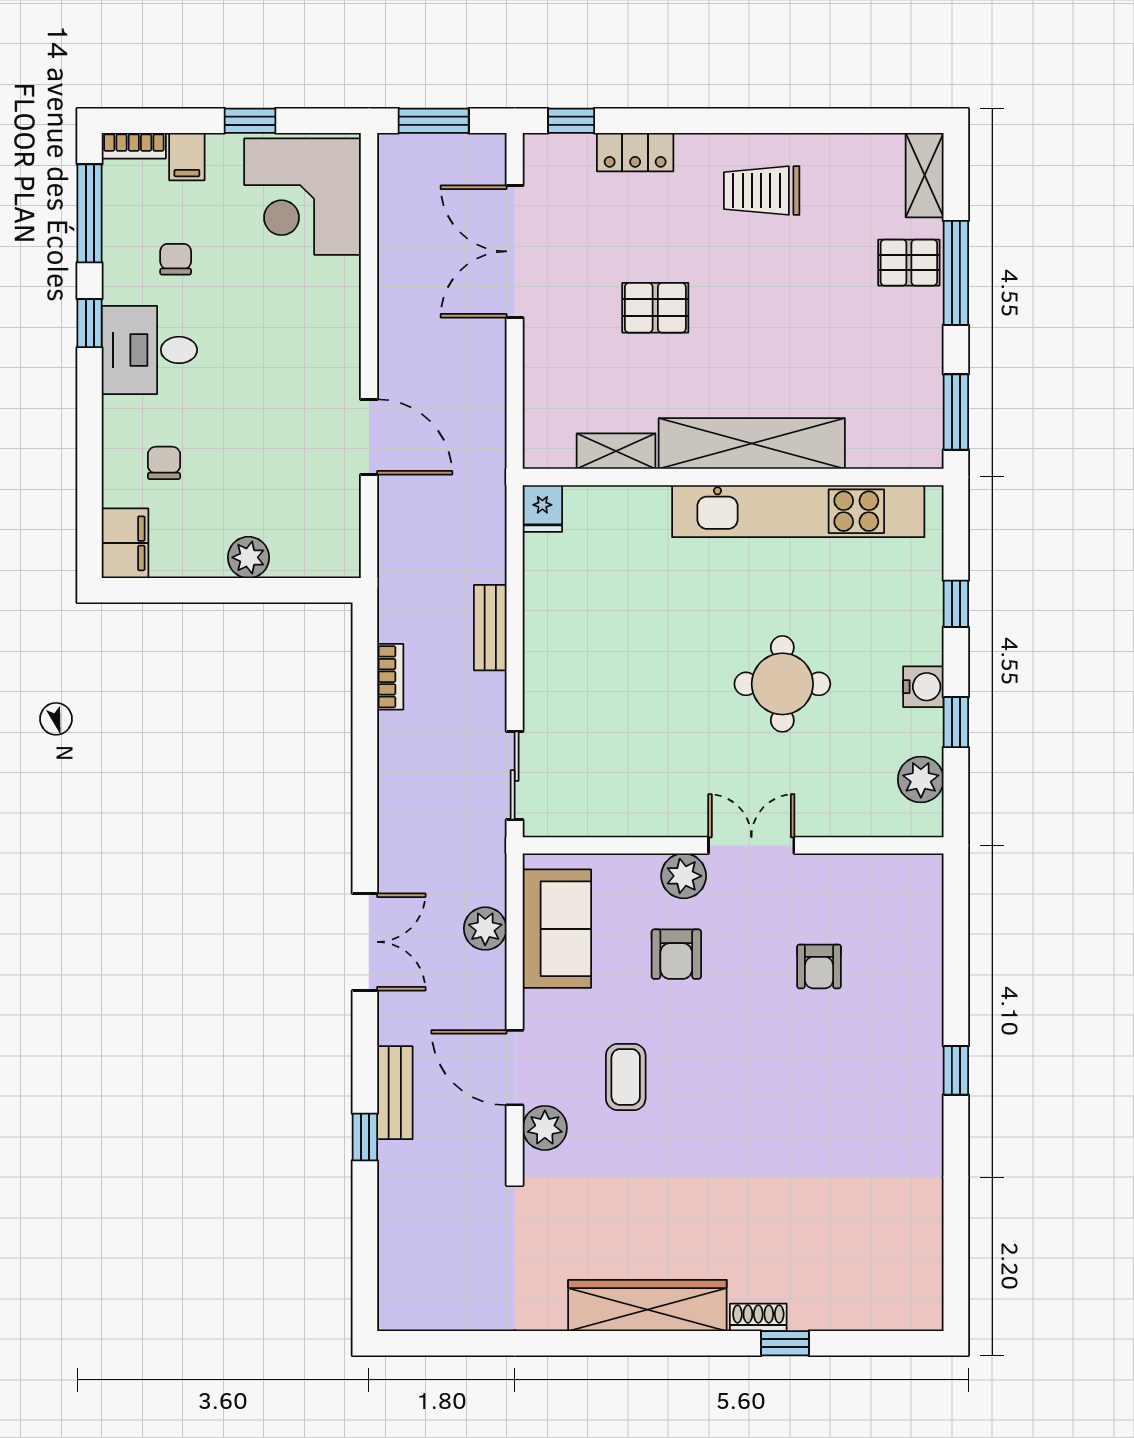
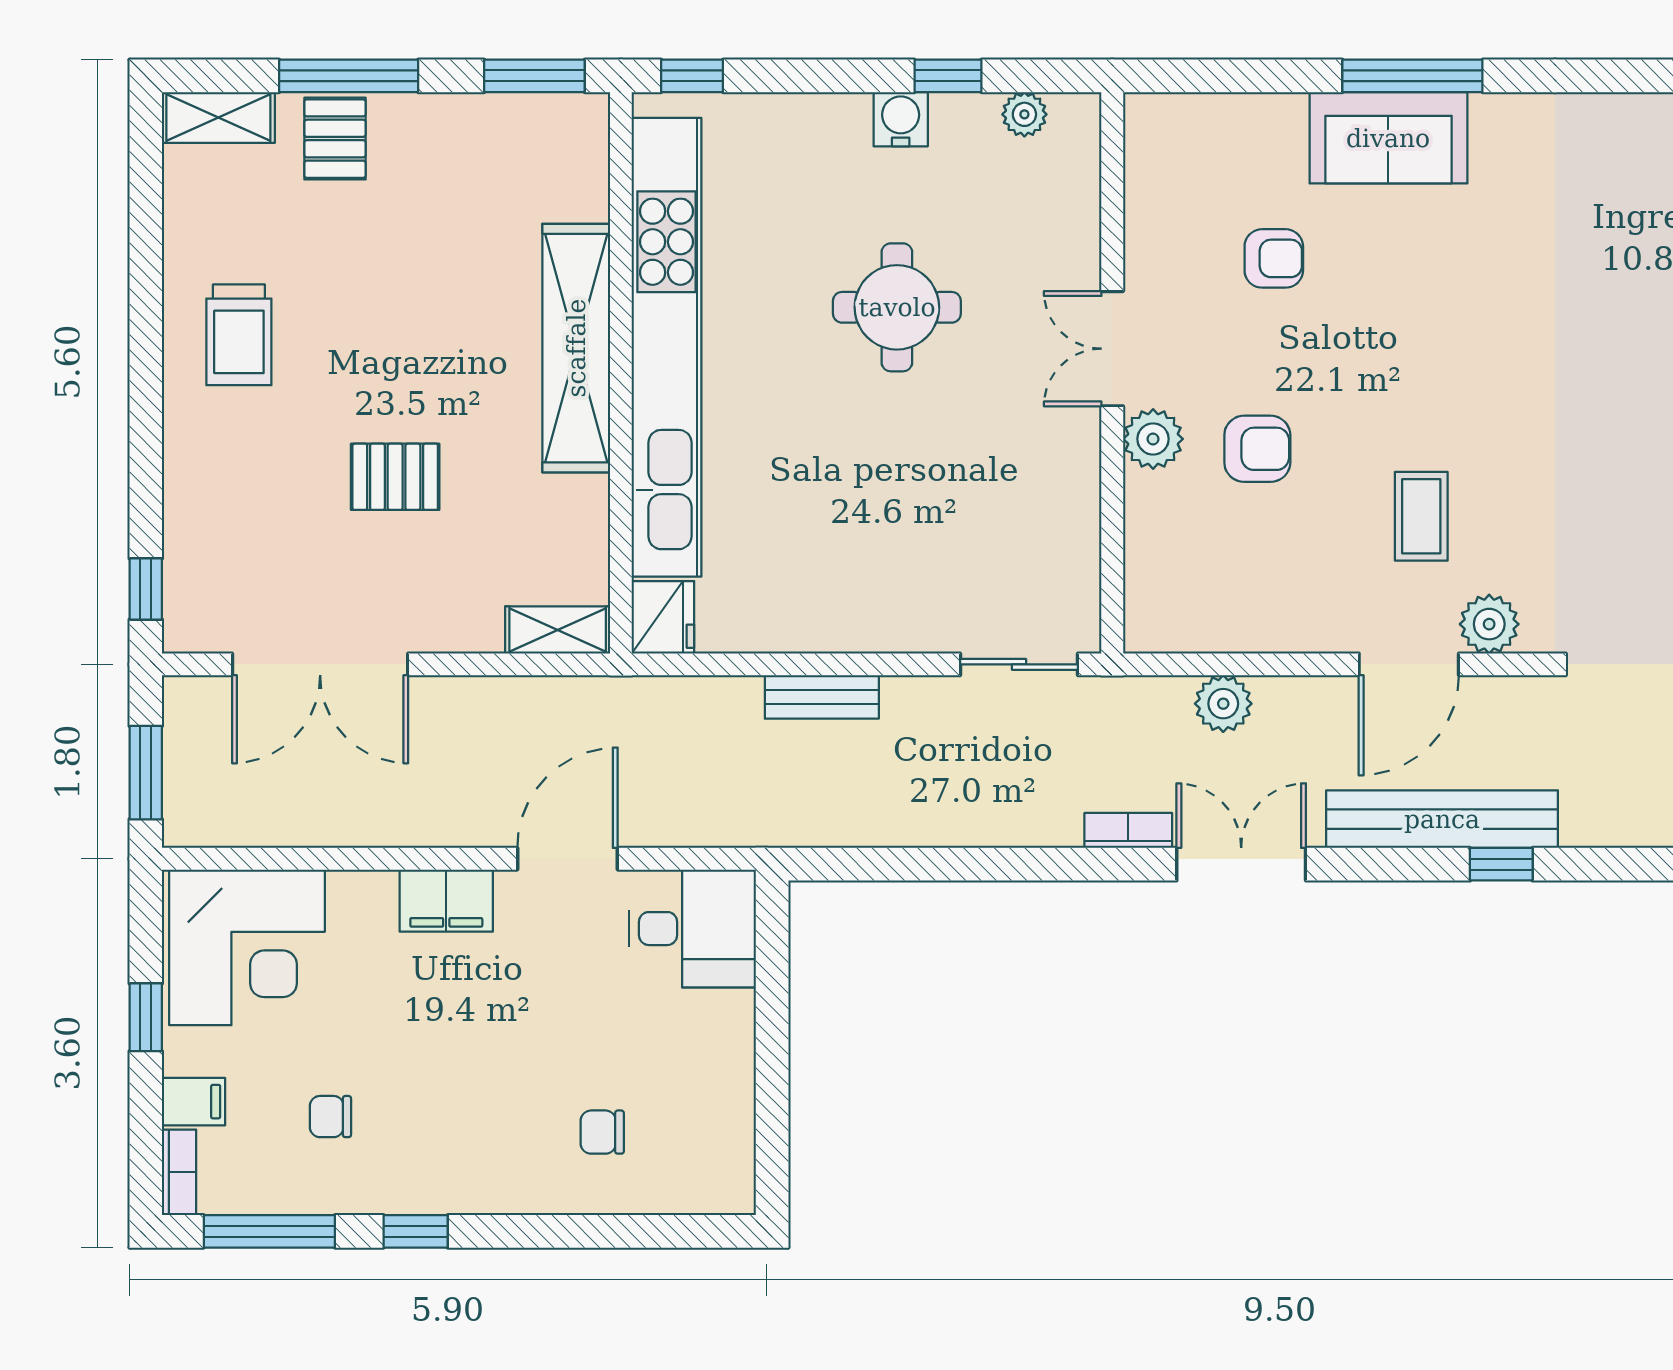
locker: (635, 152) -> (188, 504), removed
pallet: (655, 308) -> (395, 477), turned 90
desk: (149, 350) -> (692, 929), moved, turned -90
shelving: (616, 451) -> (558, 630), moved, turned 90
fridge: (542, 509) -> (663, 617), width x1.38
kitchen unit: (798, 511) -> (667, 347), width x1.36
filing cabinet: (125, 543) -> (446, 901), moved, turned 180
plant: (248, 557) -> (728, 1019), removed
window: (956, 604) -> (692, 76), moved
bookcase: (390, 677) -> (1128, 830), moved
plant: (921, 779) -> (1024, 114), width x0.73, depth x0.73
sofa: (557, 929) -> (1388, 138), moved, turned 180
window: (956, 1070) -> (1412, 76), width x2.17
coffee table: (626, 1077) -> (1421, 516), turned 90
bench: (395, 1093) -> (1442, 819), width x1.86, depth x1.21

